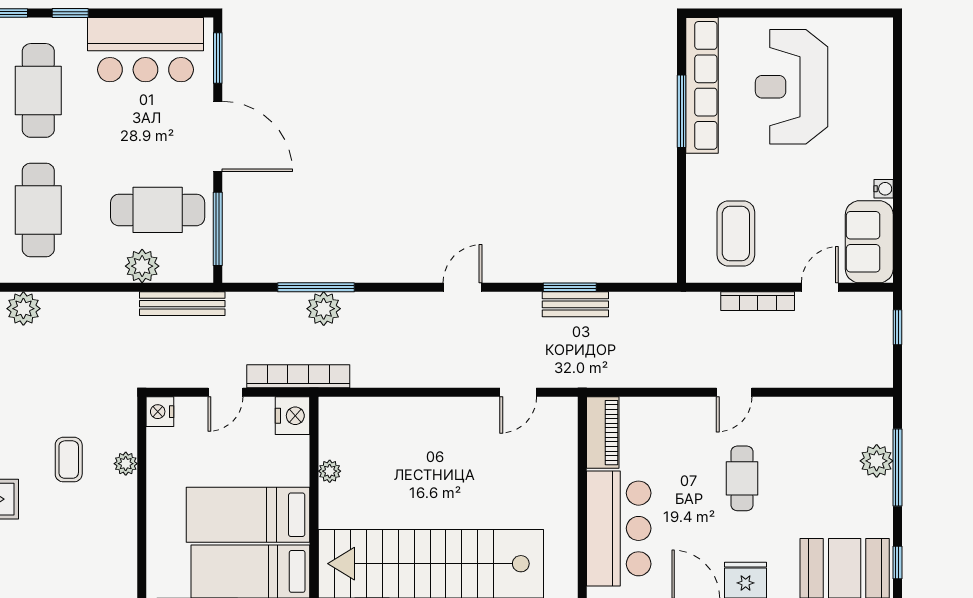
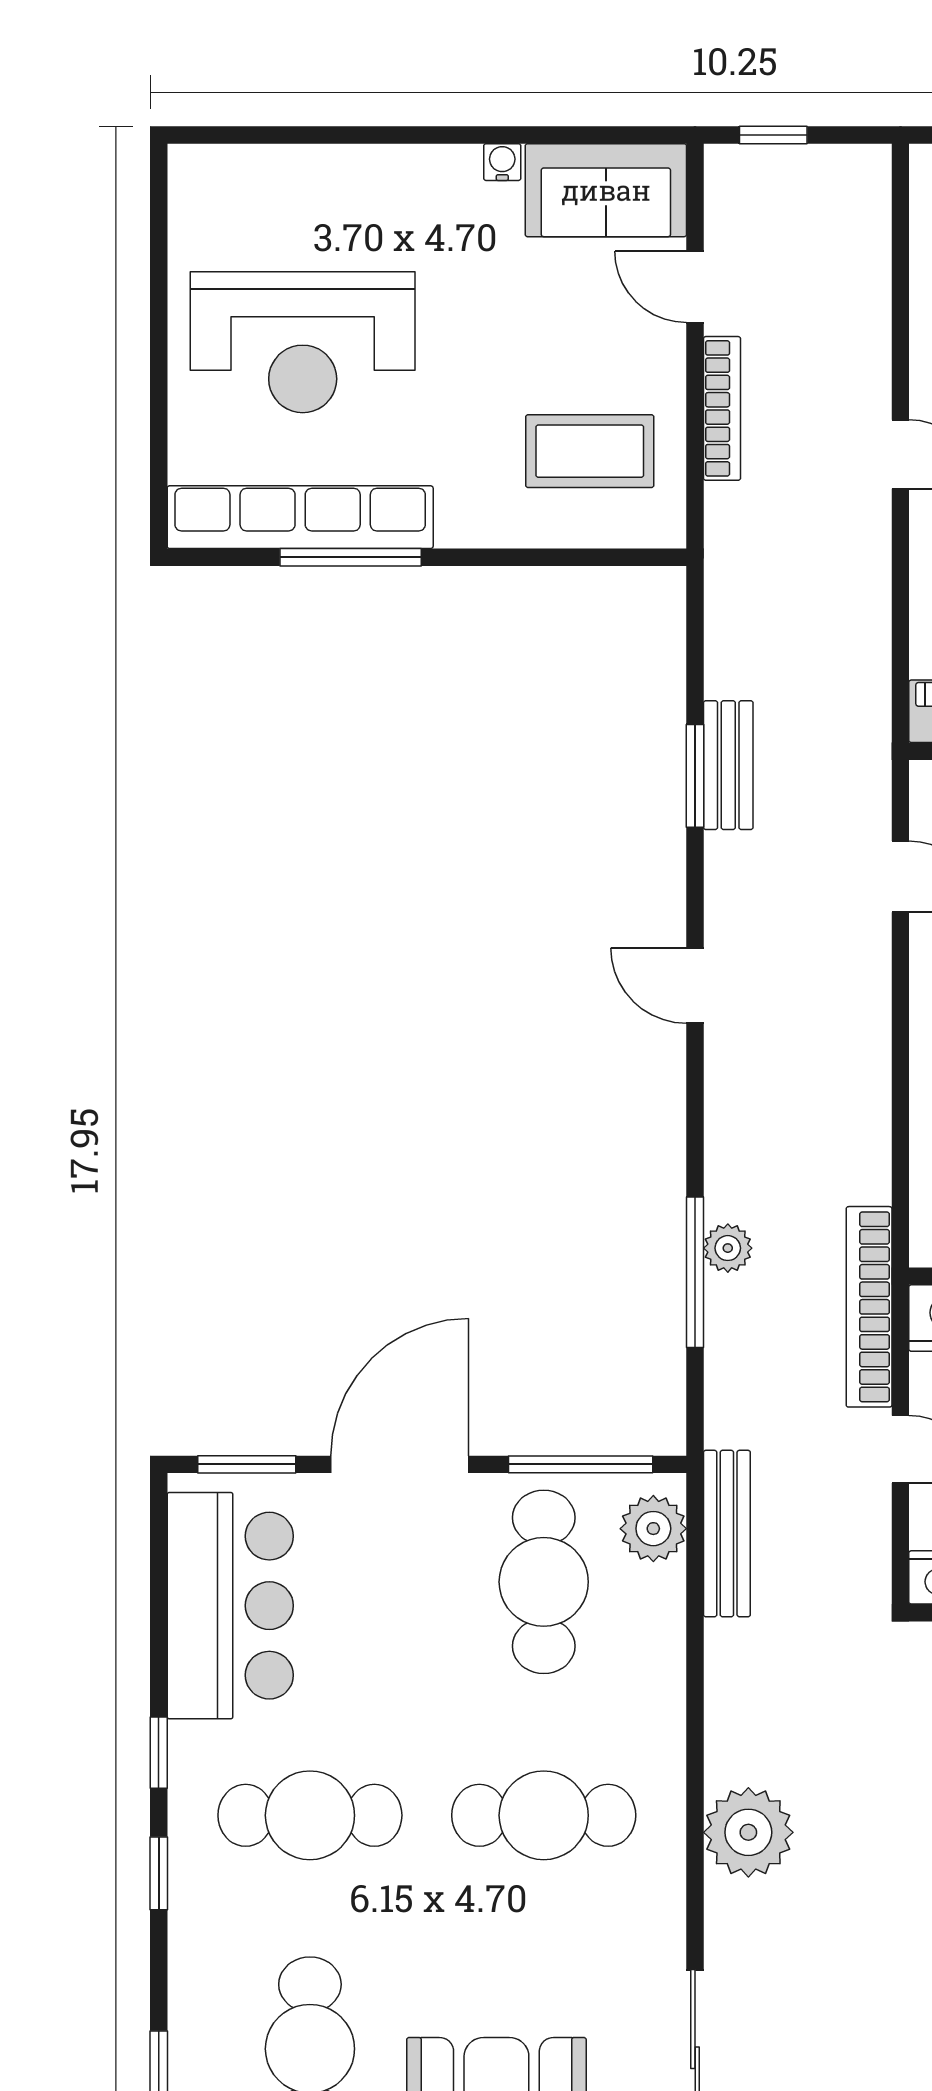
plant: (142, 266) -> (653, 1529), moved
plant: (23, 309) -> (748, 1832), width x1.36, depth x1.36
plant: (324, 309) -> (728, 1248), width x0.73, depth x0.73

